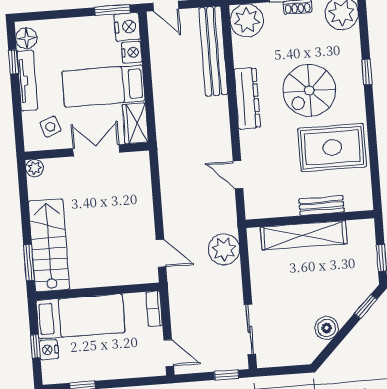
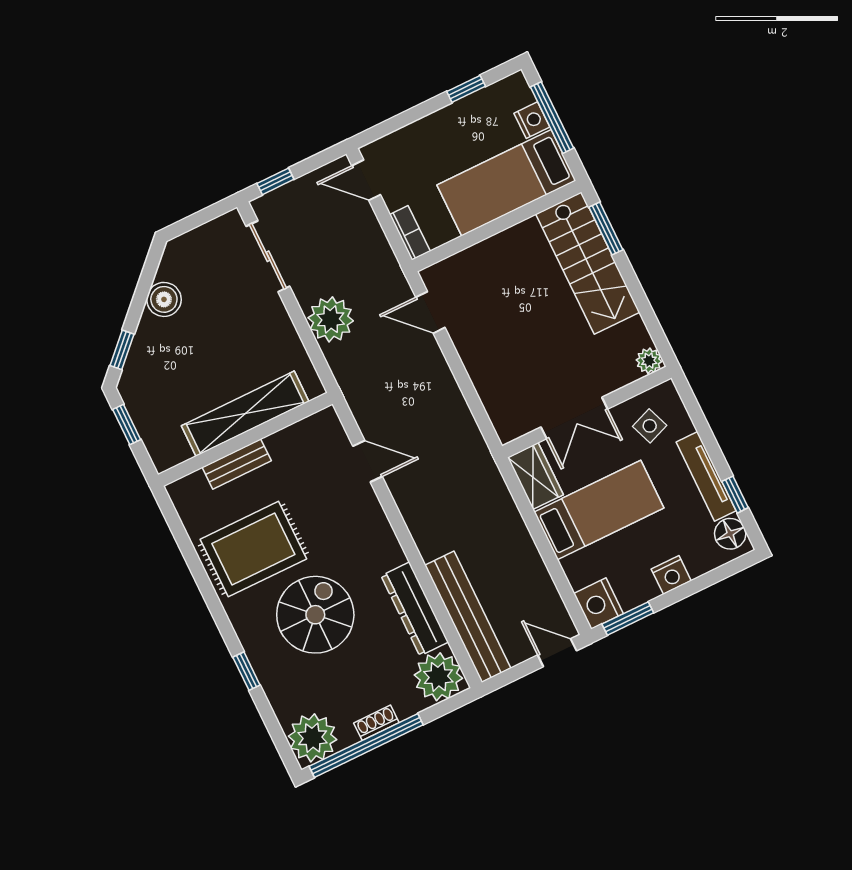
nightstand: (132, 52) -> (671, 575), moved, turned -90
dresser: (247, 98) -> (415, 609), moved
plant: (224, 249) -> (331, 319), moved
window: (35, 346) -> (552, 118), width x2.17

